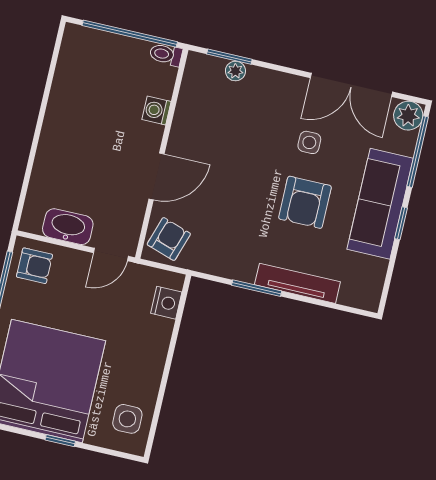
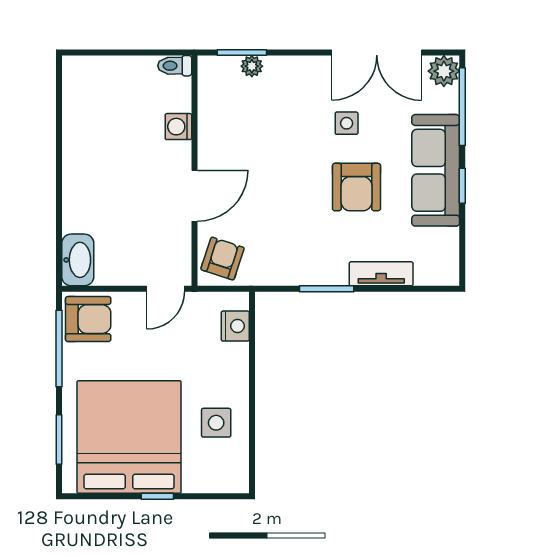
window: (130, 34) -> (132, 53), removed
washbasin: (68, 227) -> (78, 260), moved, turned 90
armchair: (35, 266) -> (88, 319), width x1.38, depth x1.38
tv unit: (297, 283) -> (381, 274), width x0.71
side table: (127, 419) -> (216, 423), moved

